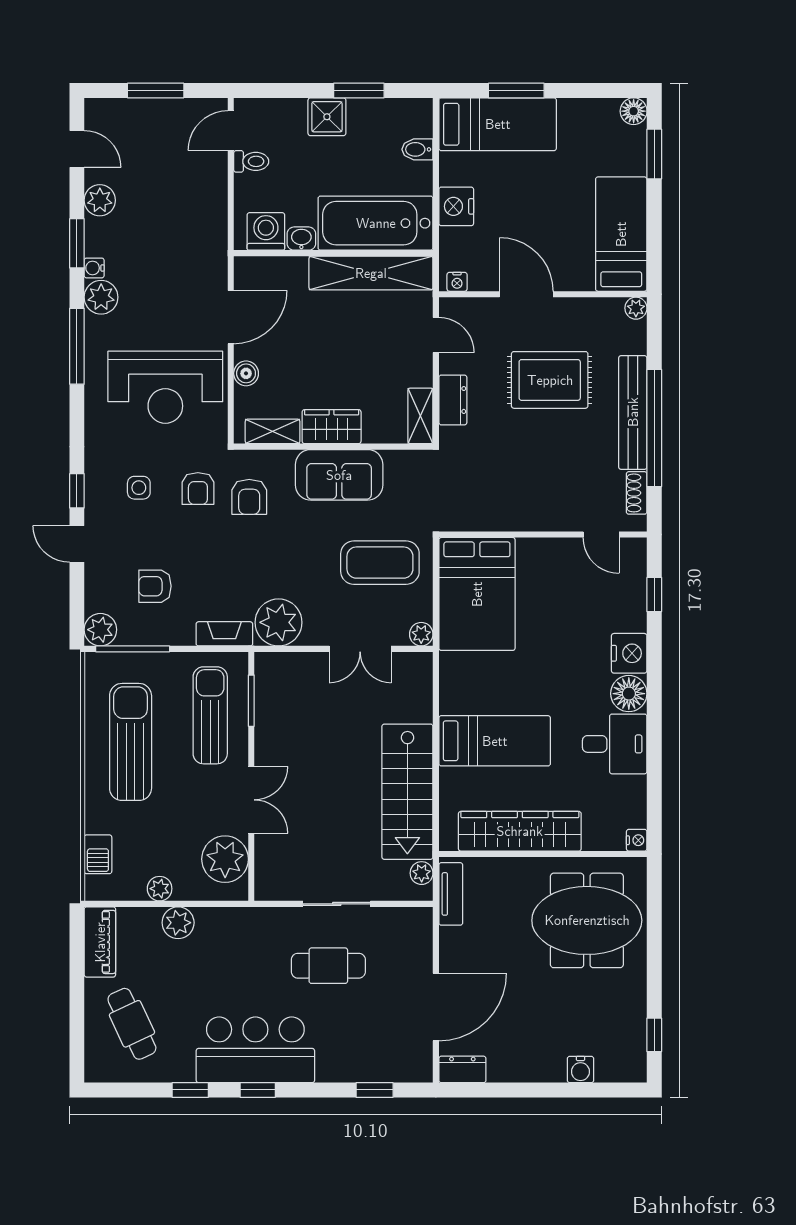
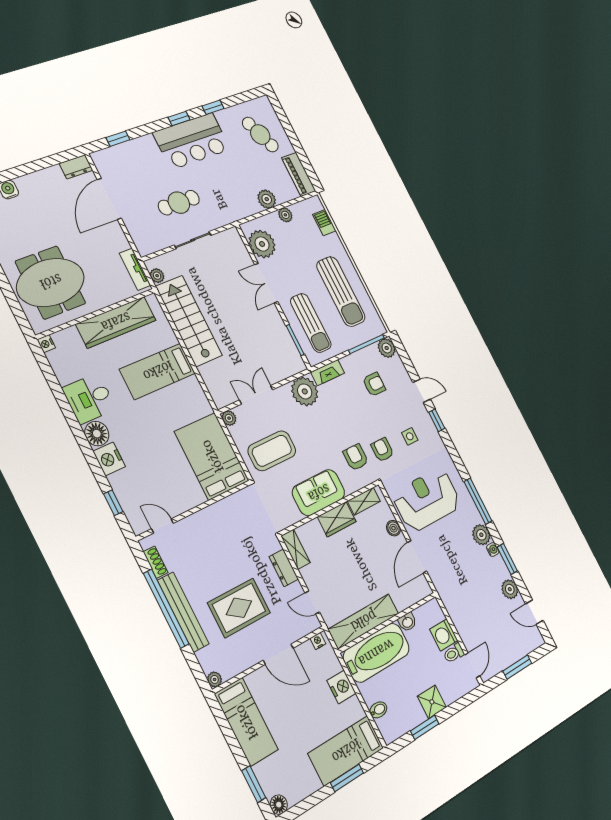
washing machine: (266, 231) -> (444, 635), moved, turned 90

